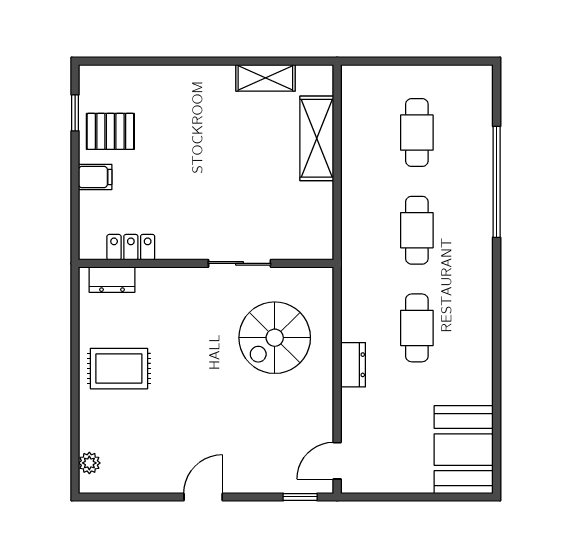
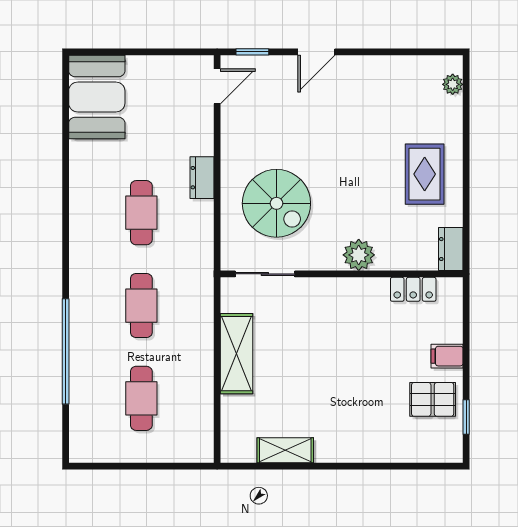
shelving: (317, 138) -> (236, 354), moved
sliding door: (240, 263) -> (265, 274), moved
dresser: (112, 280) -> (451, 249), moved, turned -90
plant: (188, 283) -> (359, 255), added
spiral stairs: (275, 338) -> (276, 203), turned 90
rug: (119, 369) -> (425, 174), turned 90
door: (203, 497) -> (316, 52), moved

